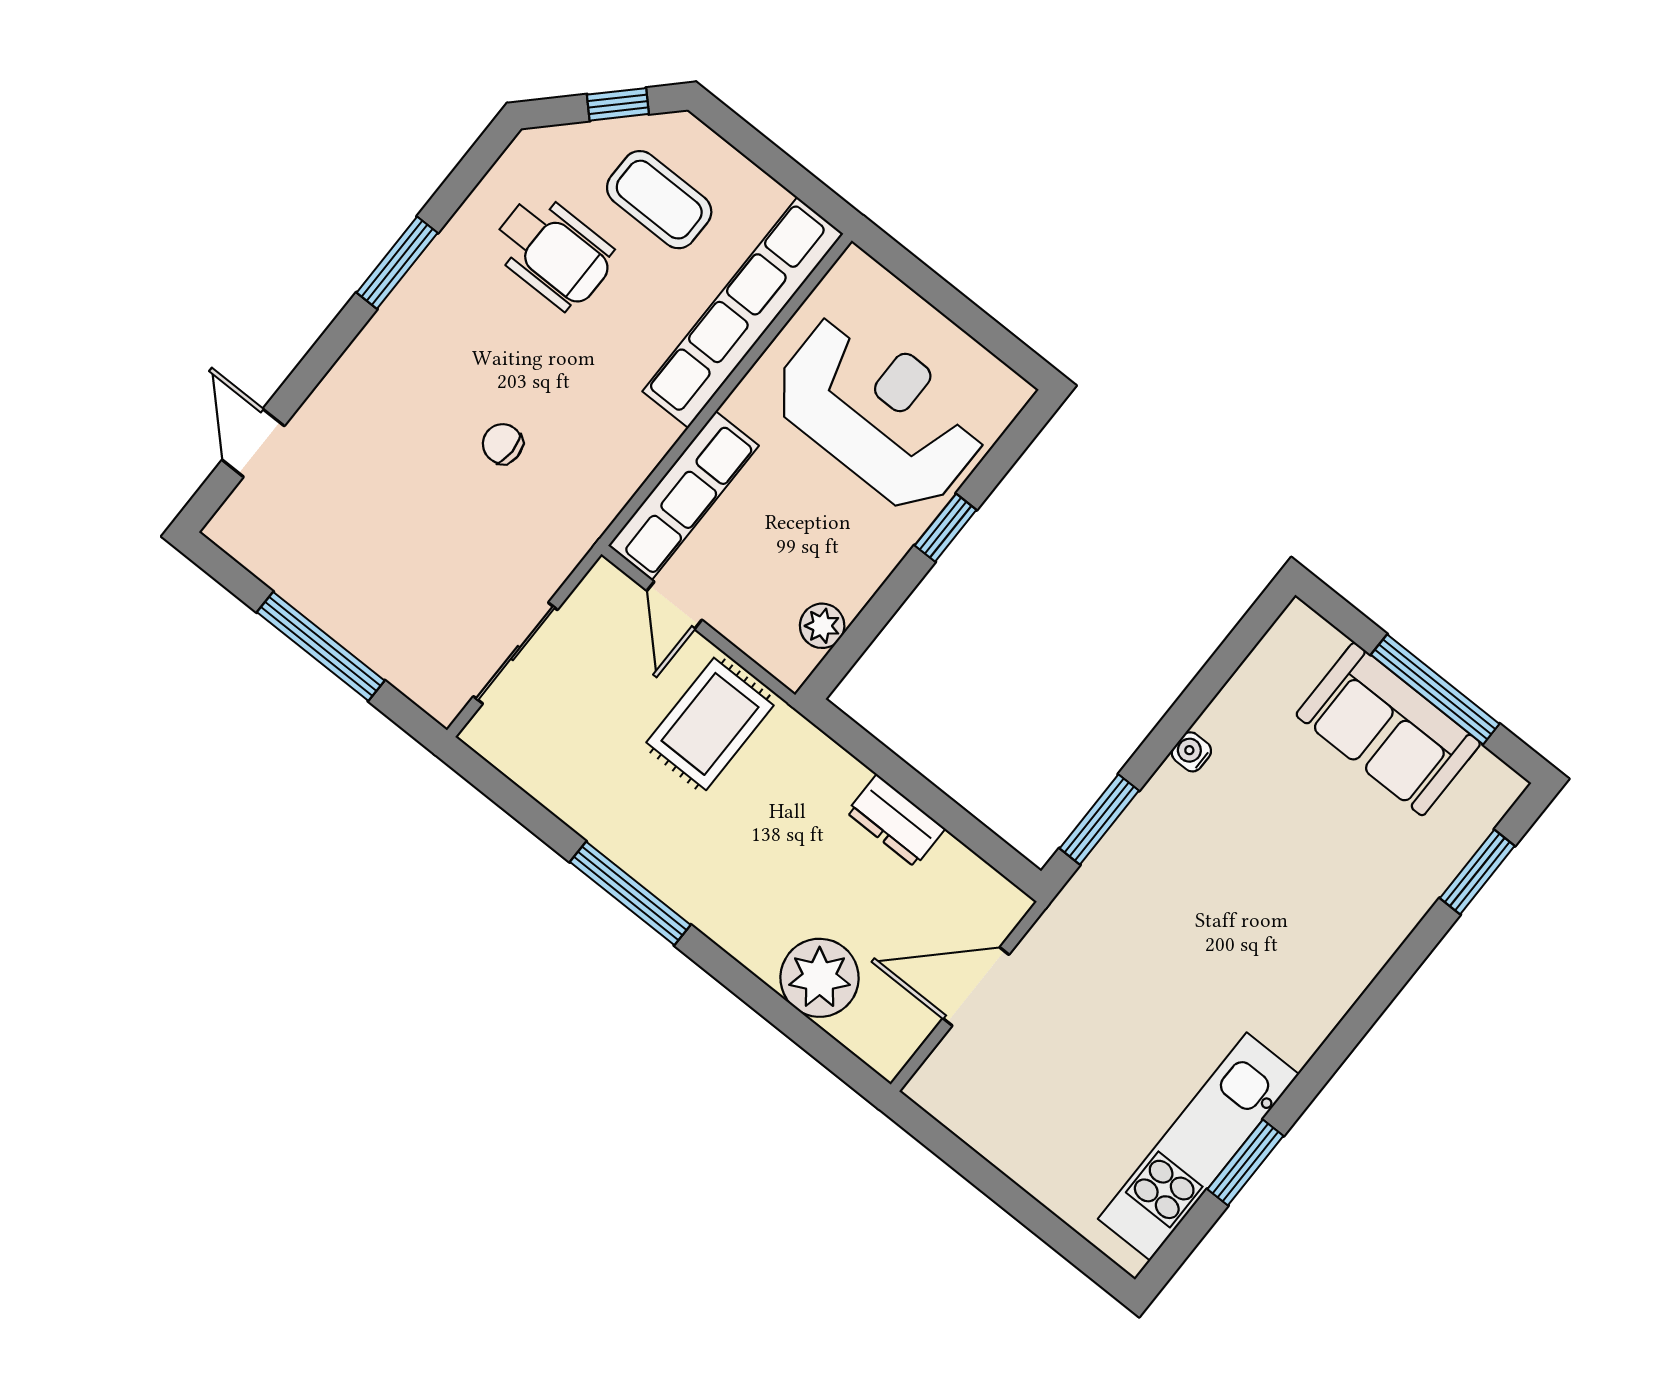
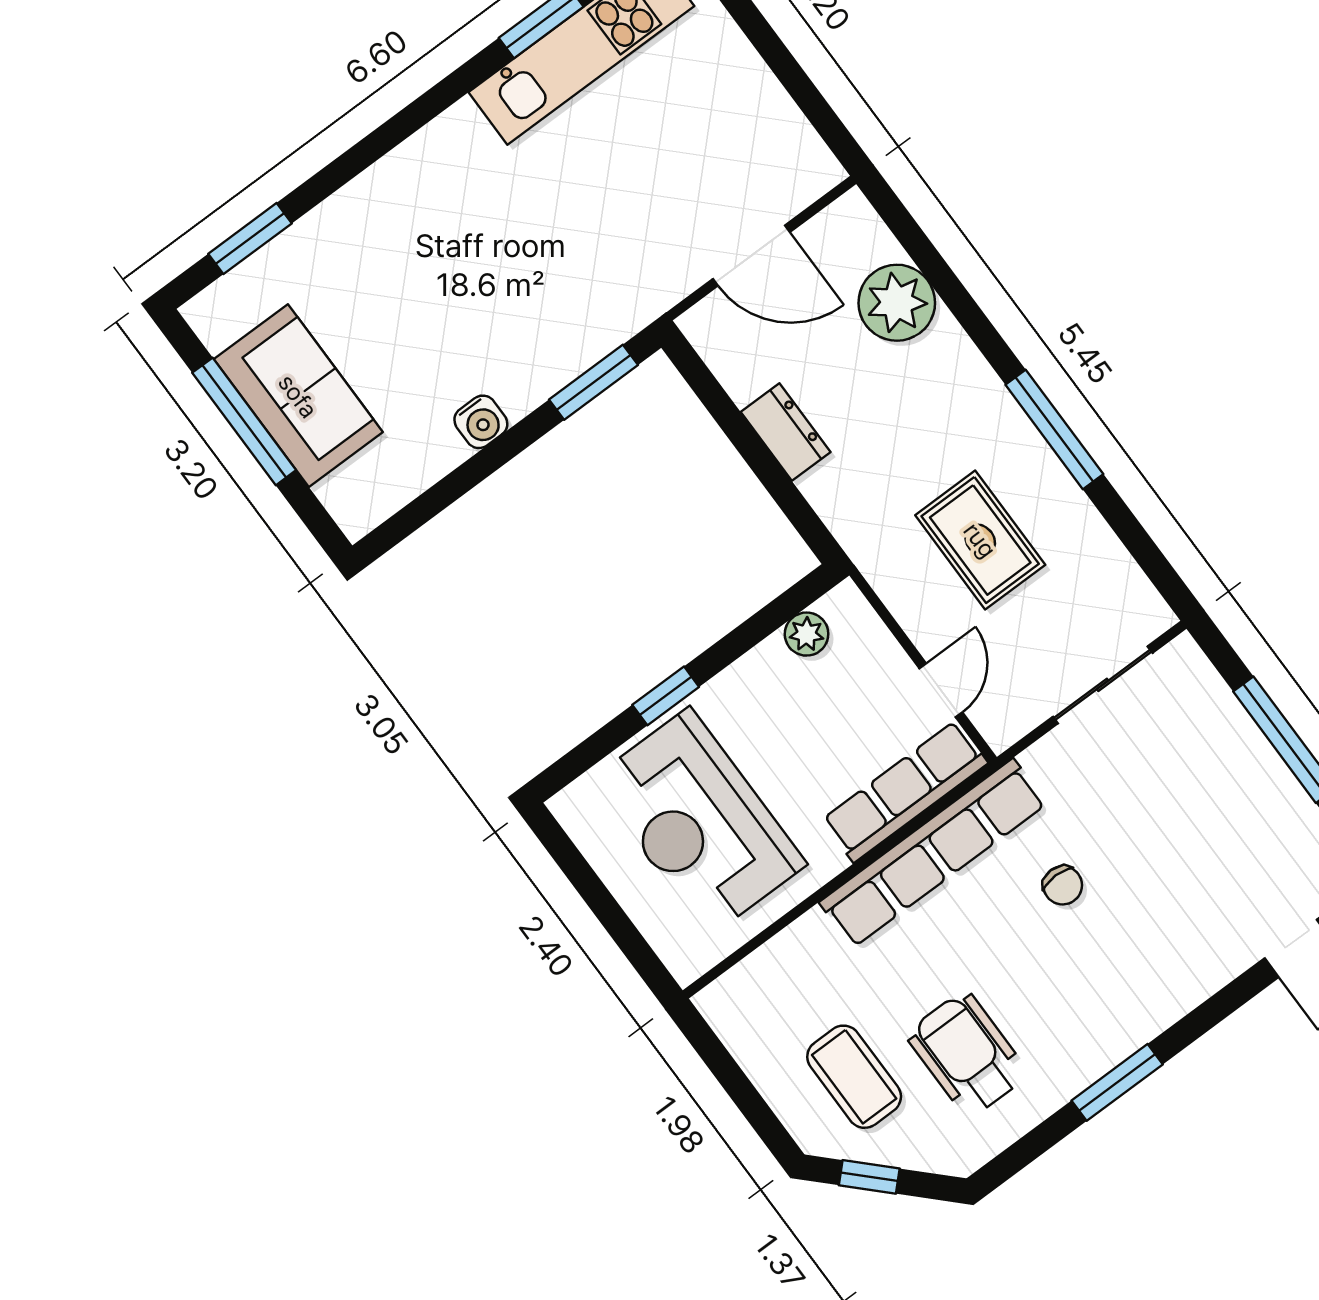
row of seats: (743, 313) -> (933, 853), moved
rug: (710, 724) -> (980, 540), moved, turned 90
water cooler: (1191, 752) -> (481, 422), width x1.38, depth x1.38

